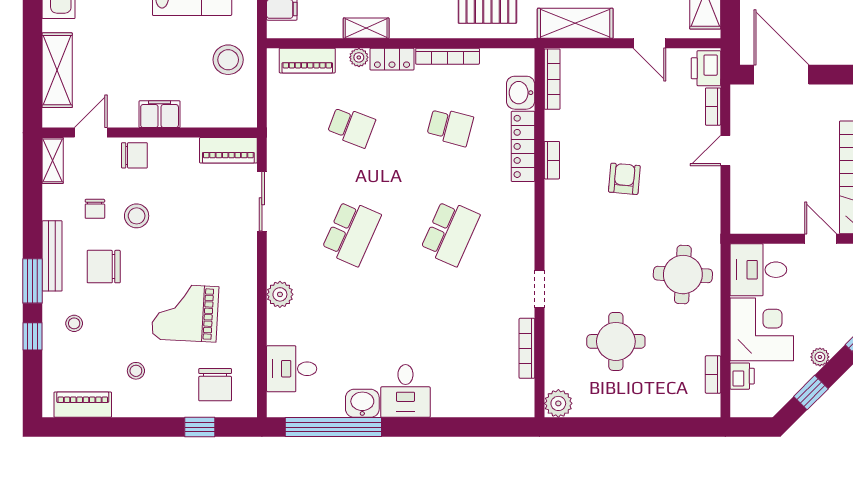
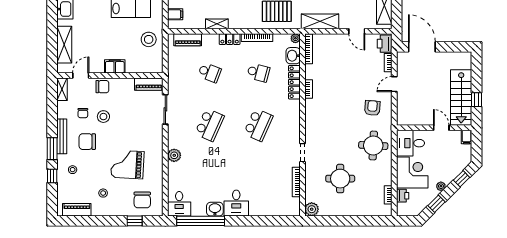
plant: (359, 57) -> (295, 38), moved
armchair: (624, 179) -> (372, 108), moved
desk: (292, 369) -> (179, 204), moved, turned -90

